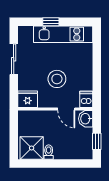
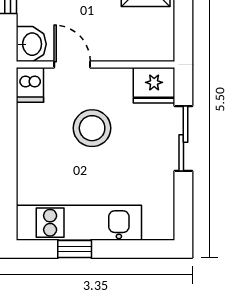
window: (51, 22) -> (75, 249), moved
sliding door: (14, 59) -> (183, 138), moved

